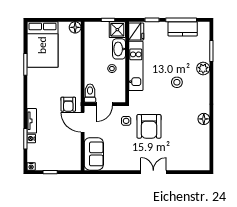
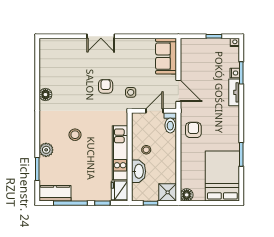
kitchen counter: (183, 29) -> (55, 193), moved
shower: (117, 30) -> (168, 192), moved
armchair: (68, 104) -> (193, 130), moved
armchair: (149, 126) -> (106, 86), width x0.53, depth x0.53

